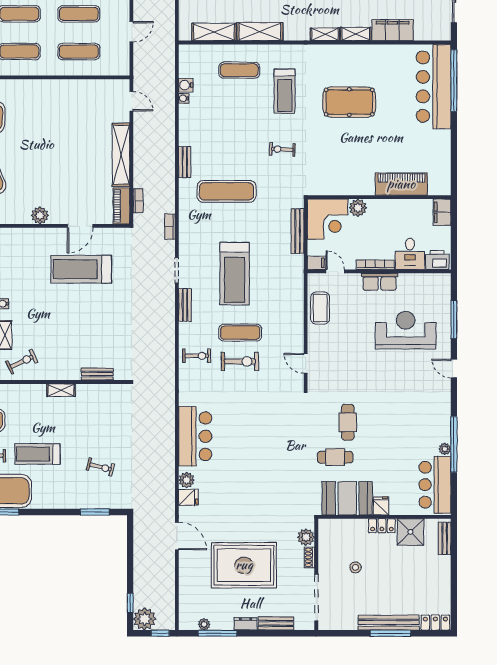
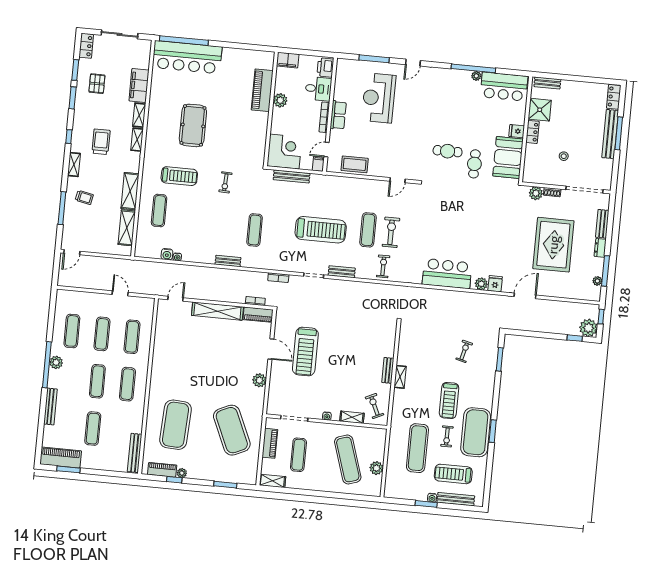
exercise mat: (226, 191) -> (255, 230), width x0.73, depth x0.69
plant: (358, 208) -> (280, 100), moved
bench: (97, 374) -> (388, 370), moved

